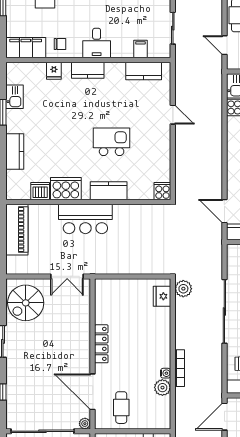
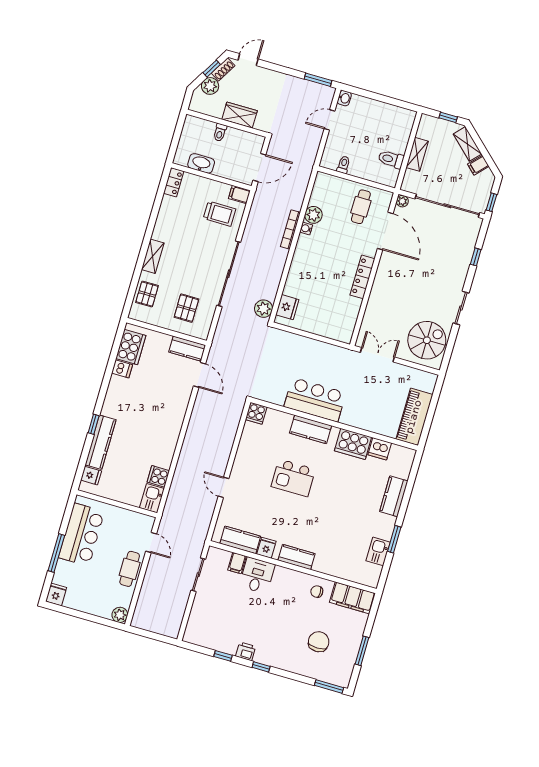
desk: (97, 43) -> (257, 575), moved
fridge: (54, 71) -> (266, 548), moved
bar counter: (85, 219) -> (315, 400), moved

